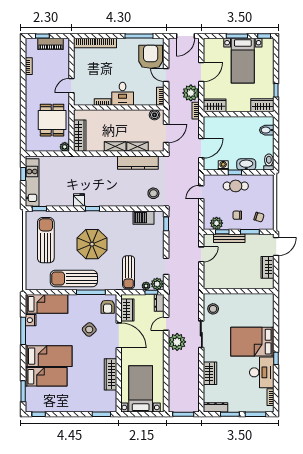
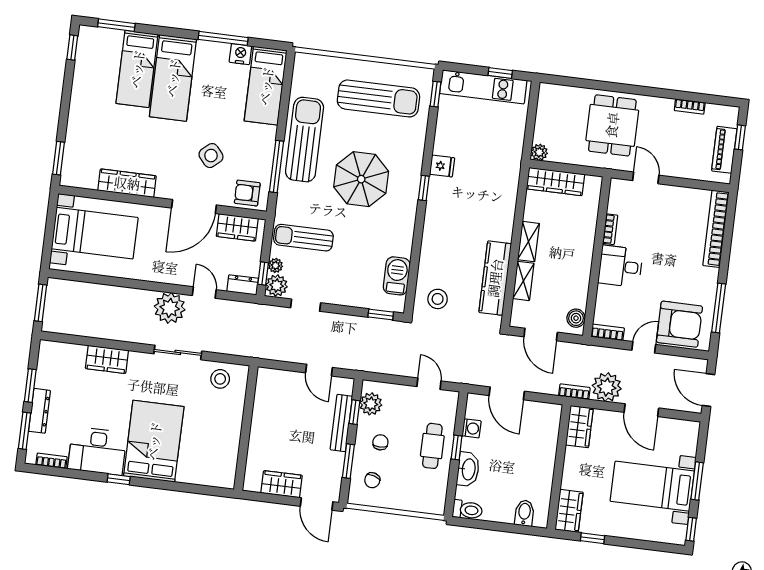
dining table: (52, 120) -> (612, 125), moved, turned 90
dresser: (216, 407) -> (40, 411), moved

